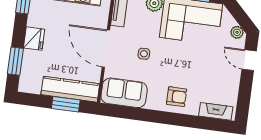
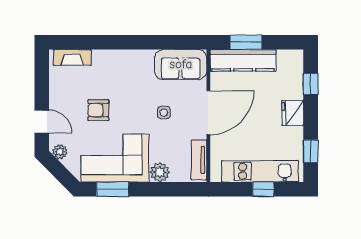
door: (106, 49) -> (208, 113), hinge flipped
window: (15, 61) -> (311, 84), width x0.67
armchair: (177, 97) -> (98, 110), moved

